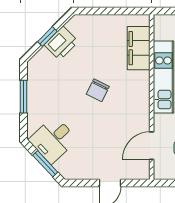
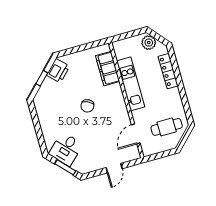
printer: (61, 43) -> (58, 71), moved
window: (23, 97) -> (37, 125), removed

